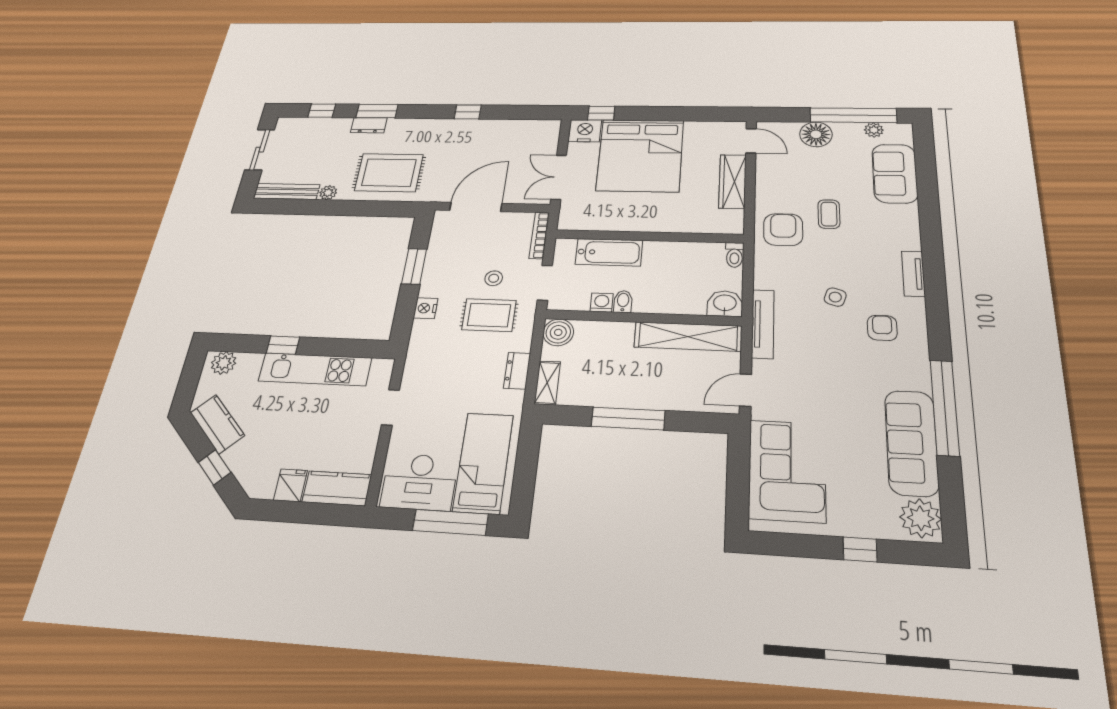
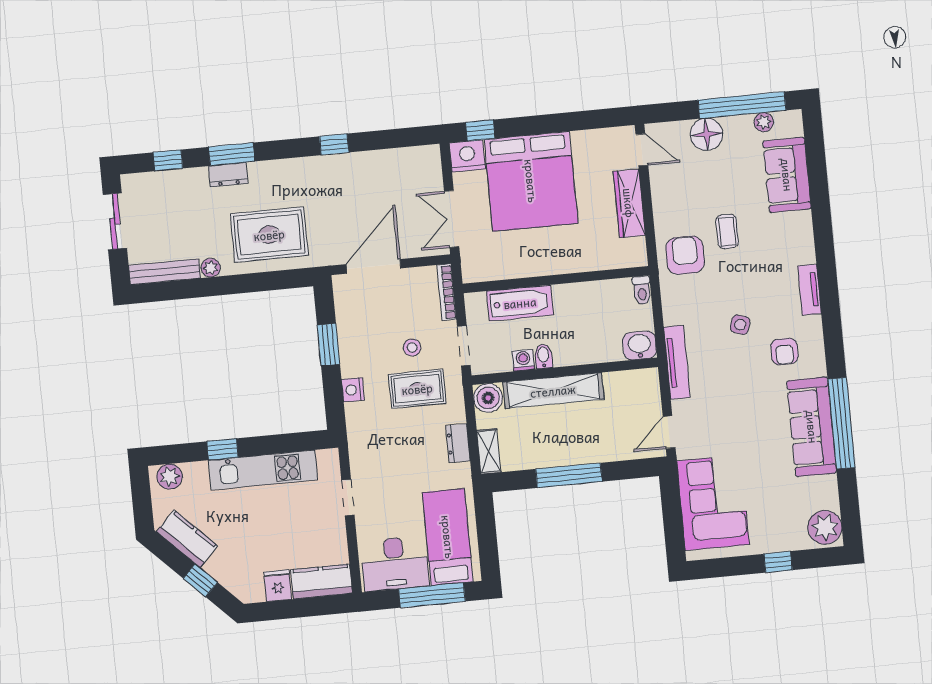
armchair: (882, 328) -> (784, 352), turned 180
shelving: (688, 337) -> (553, 391), moved
sofa: (911, 443) -> (812, 427), moved

